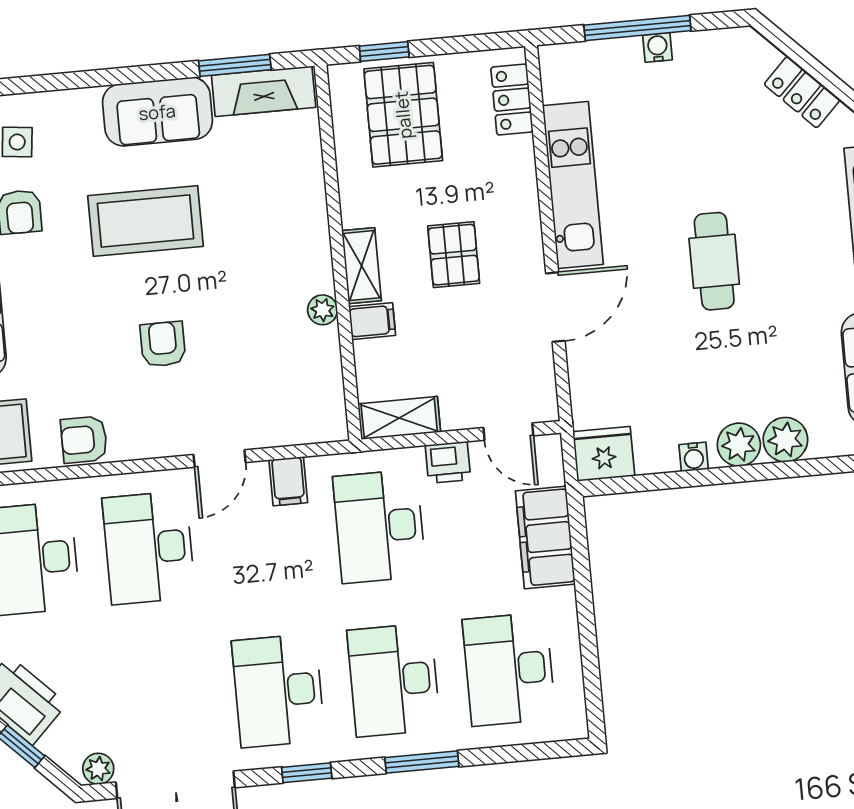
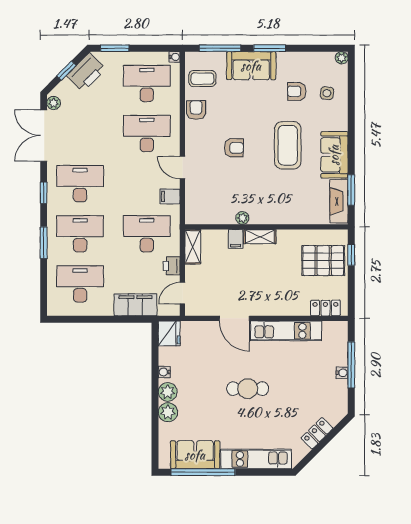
pallet: (454, 255) -> (261, 277), removed

